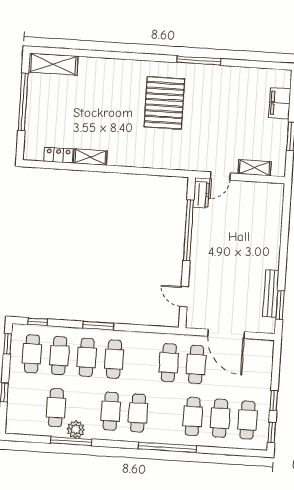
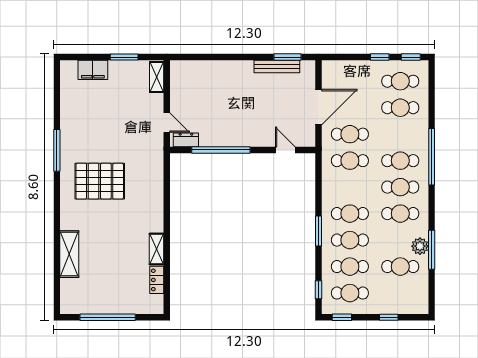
shelving: (53, 64) -> (69, 254), moved
shelving: (255, 168) -> (157, 77), moved
door: (184, 297) -> (285, 150), swing flipped
cafe table: (193, 417) -> (400, 161), moved

